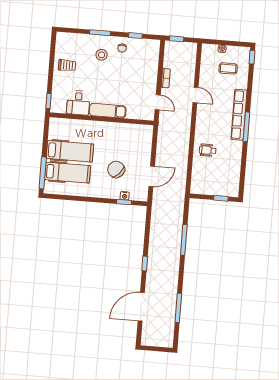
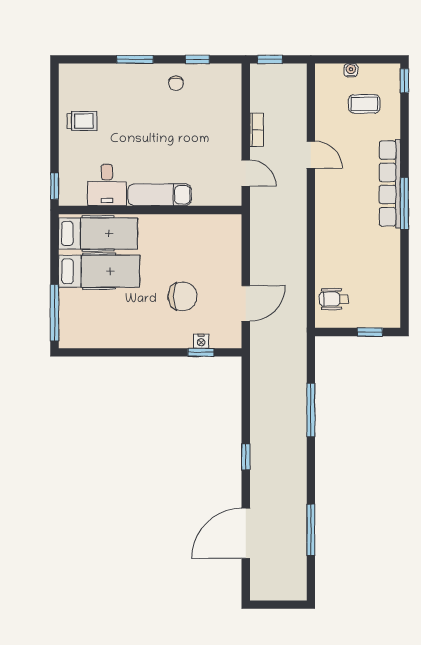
stool: (102, 55) -> (141, 98), removed
wheelchair: (208, 150) -> (334, 299), moved
chair: (116, 169) -> (182, 296), turned 137
hospital bed: (68, 173) -> (98, 234), moved

